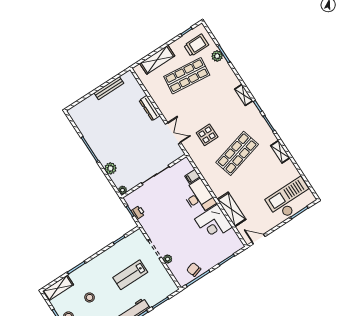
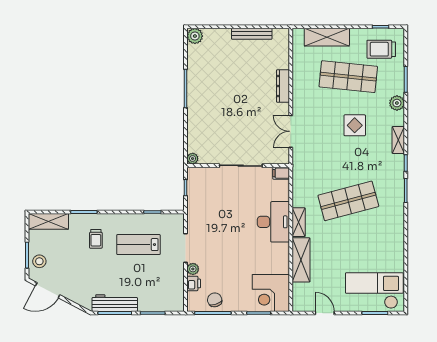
trolley: (196, 45) -> (381, 49), turned 180
plant: (217, 56) -> (397, 103), moved
double door: (173, 133) -> (291, 131), swing flipped
display table: (207, 135) -> (355, 125), moved
shelving: (280, 152) -> (299, 222), moved
plant: (110, 168) -> (195, 36), moved
filing cabinet: (192, 176) -> (281, 173), moved
printer: (138, 212) -> (194, 283), moved
corner desk: (213, 223) -> (271, 293), moved
door: (259, 239) -> (325, 313), moved
lab bench: (130, 275) -> (138, 245), moved
trolley: (95, 280) -> (96, 239), added
stool: (90, 297) -> (77, 255), removed

